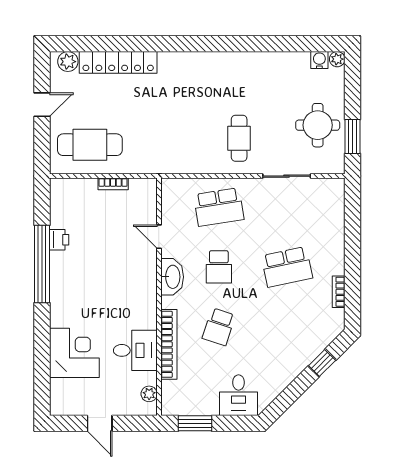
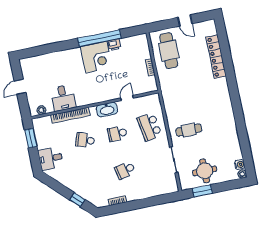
plant: (68, 62) -> (211, 30), removed
school desk: (287, 267) -> (125, 170), width x0.54
corner desk: (74, 353) -> (96, 57), moved

